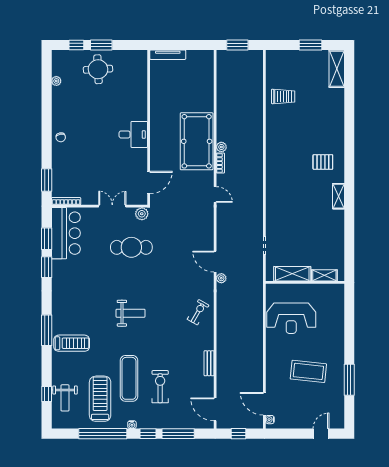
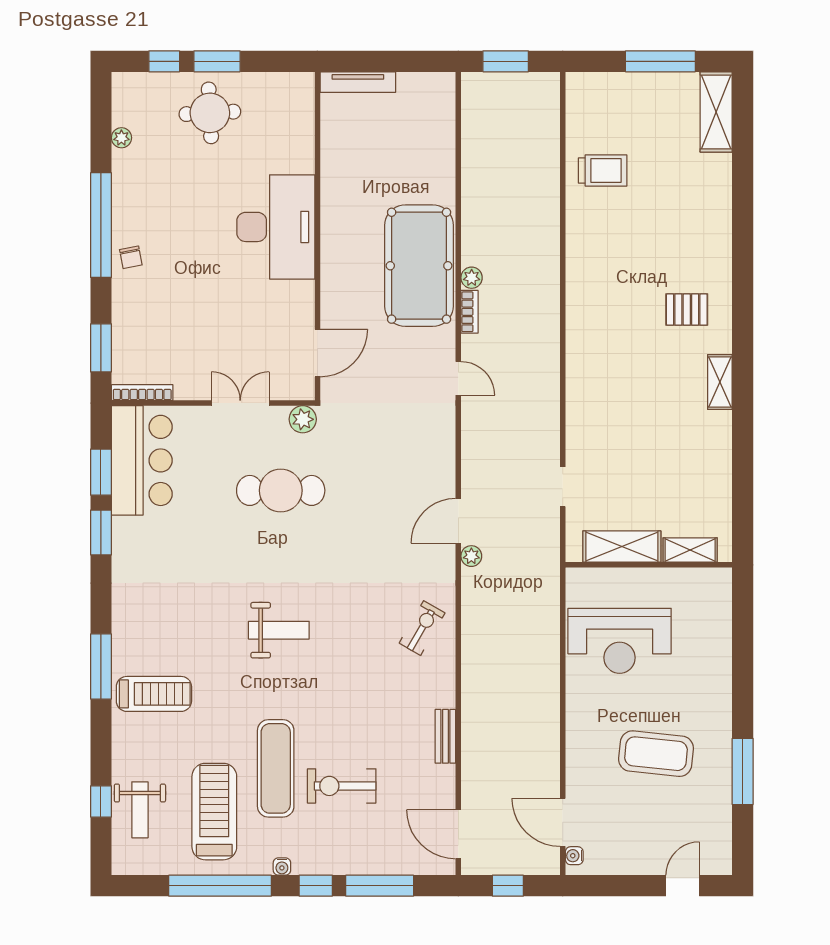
window: (310, 45) -> (660, 61), width x1.44
window: (47, 122) -> (101, 225), added
desk: (133, 134) -> (276, 227), width x1.87, depth x1.30
door: (215, 262) -> (458, 521), hinge flipped
exercise bike: (160, 387) -> (342, 786), turned -90

